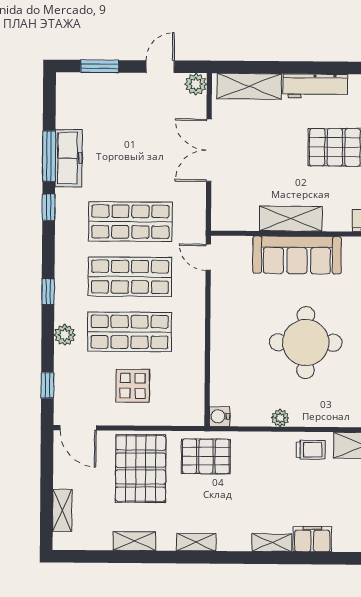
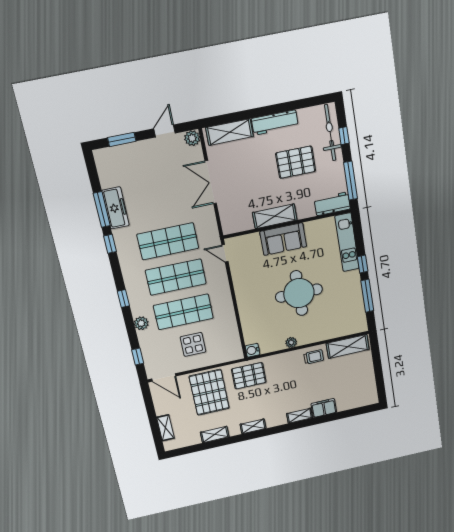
sofa: (297, 255) -> (283, 239), width x0.73

